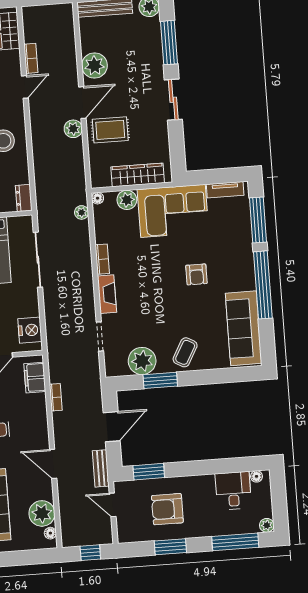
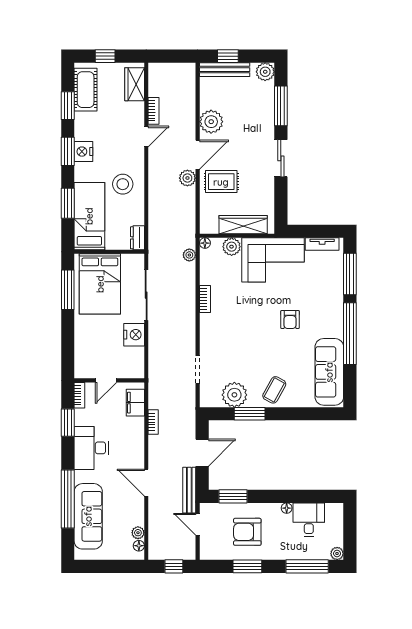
fireplace: (107, 294) -> (207, 331), removed
nightstand: (30, 330) -> (134, 335), moved
bench: (101, 468) -> (189, 490), width x1.36
floor lamp: (257, 476) -> (287, 508), moved
plant: (42, 513) -> (138, 533), width x0.53, depth x0.53

